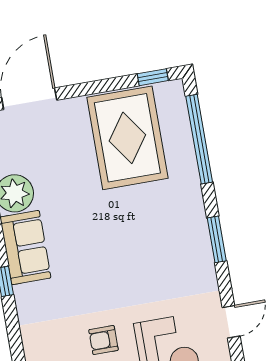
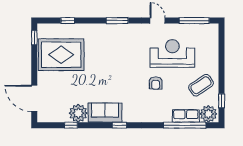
window: (199, 139) -> (68, 21), width x0.32

